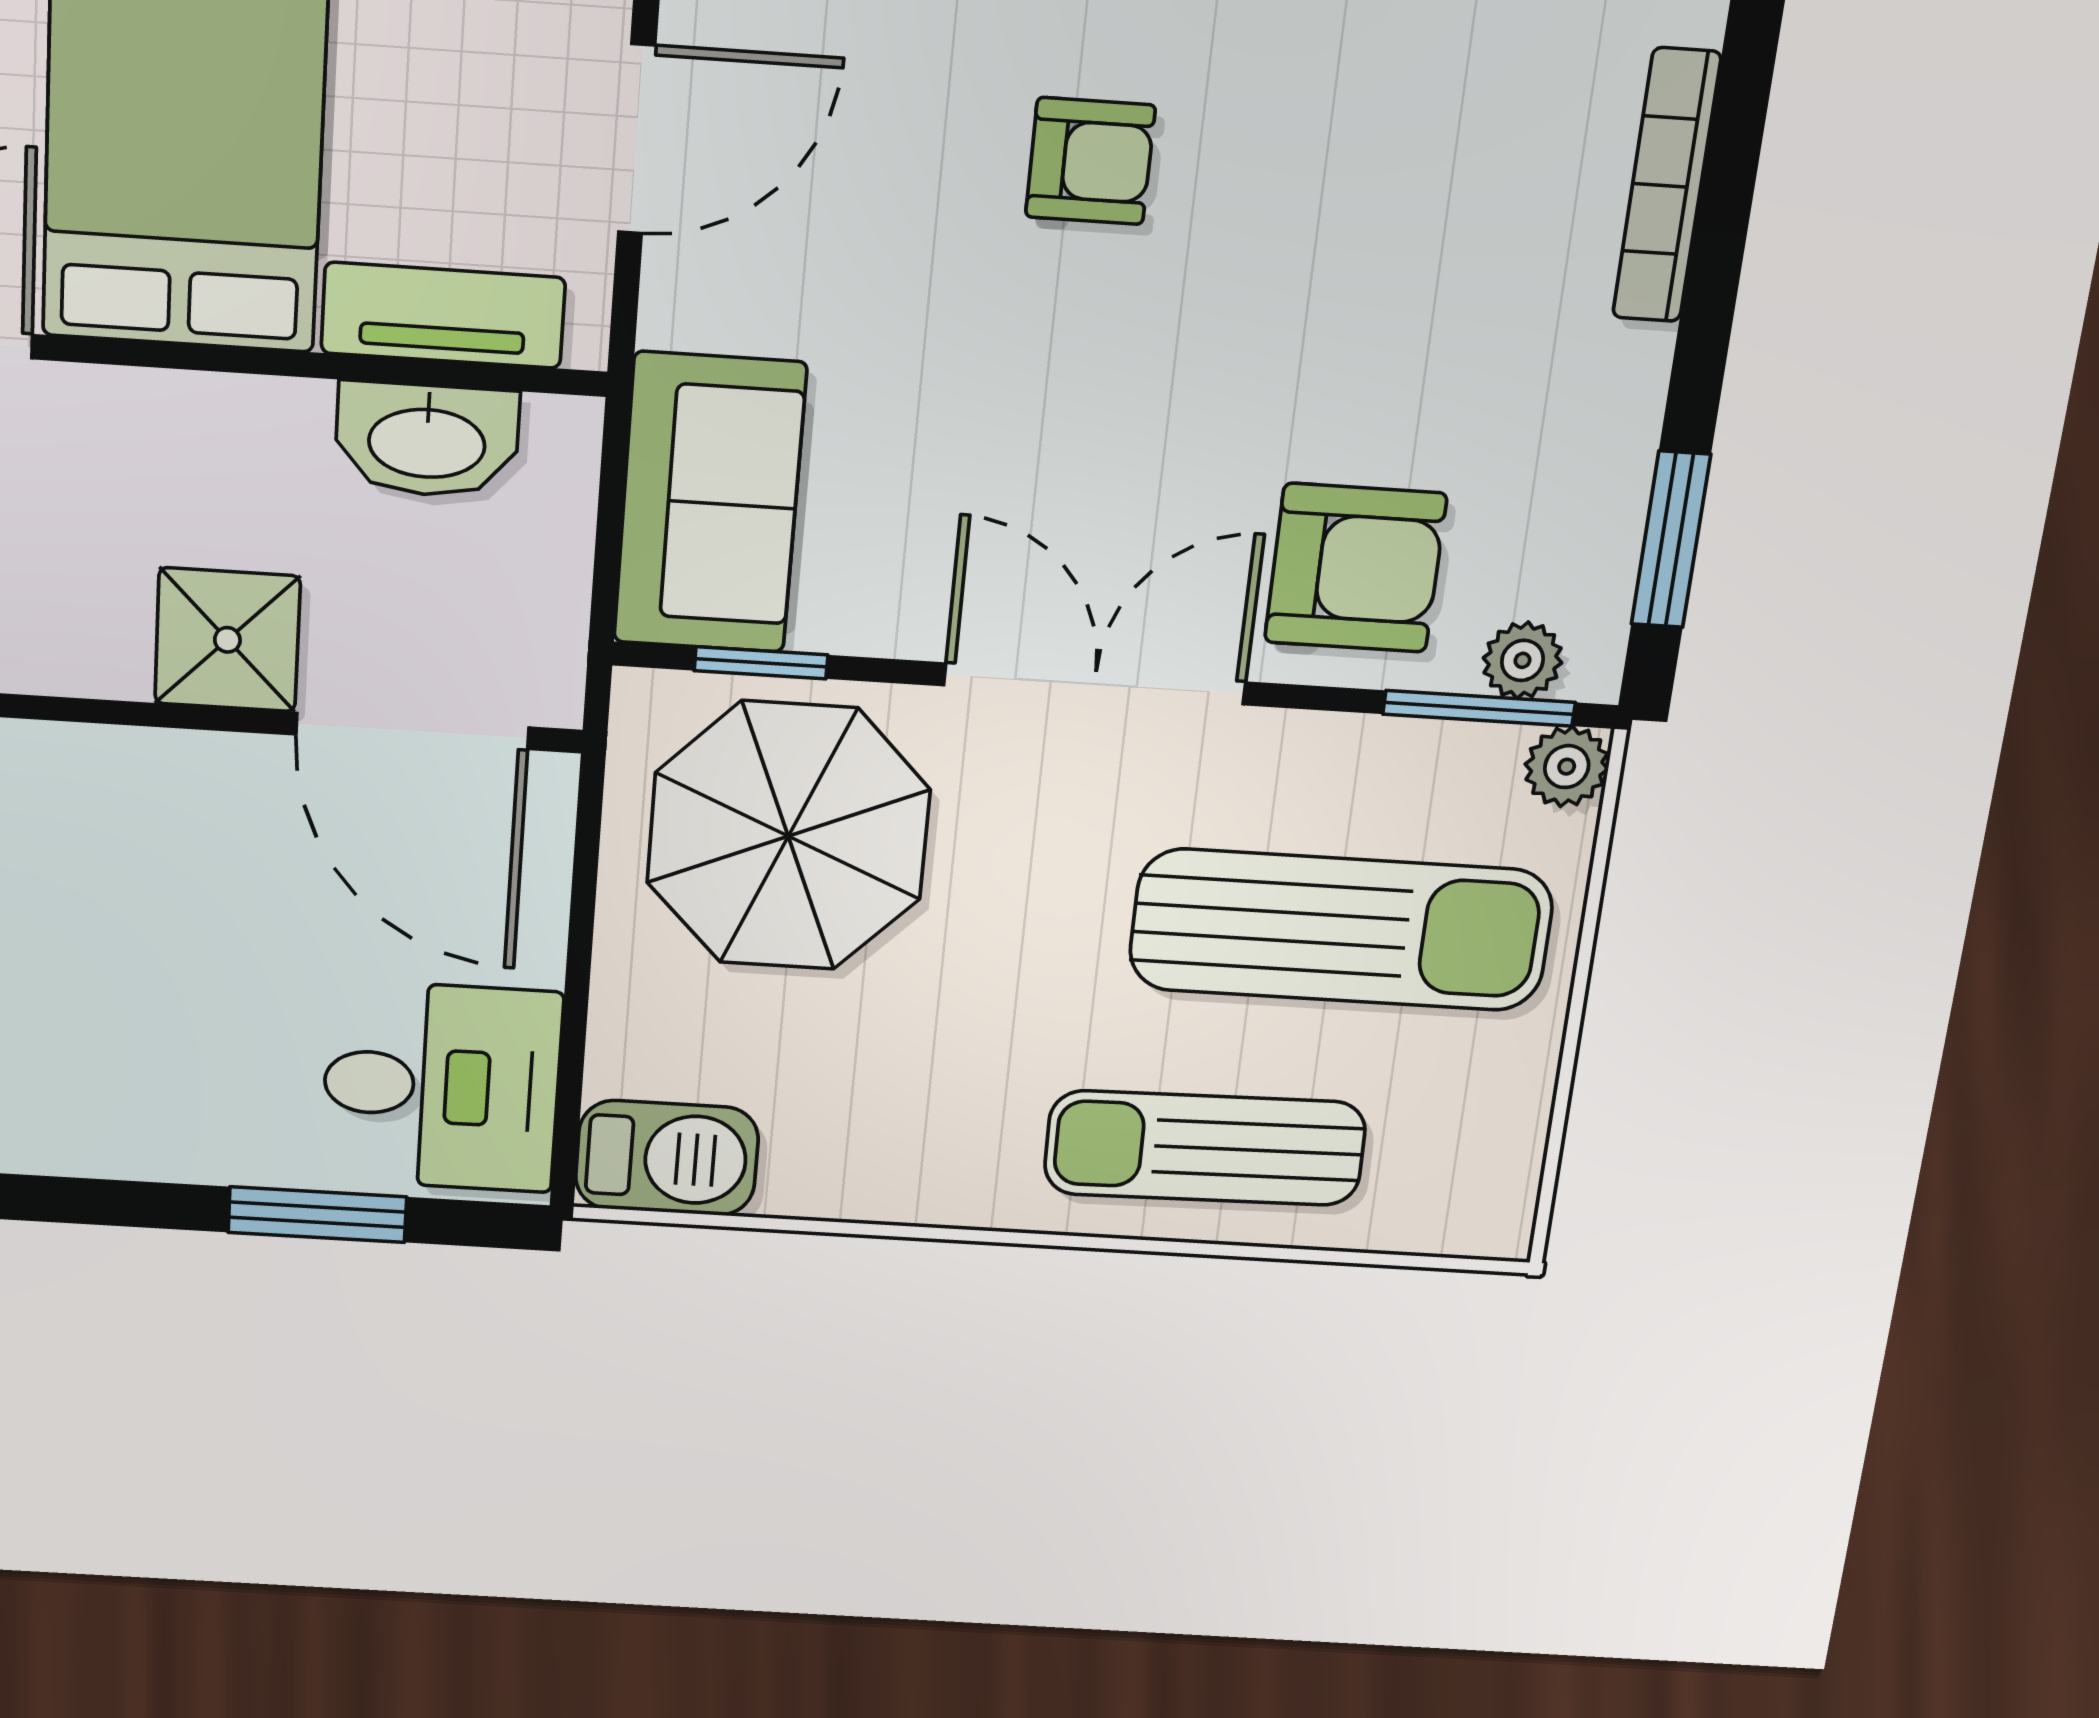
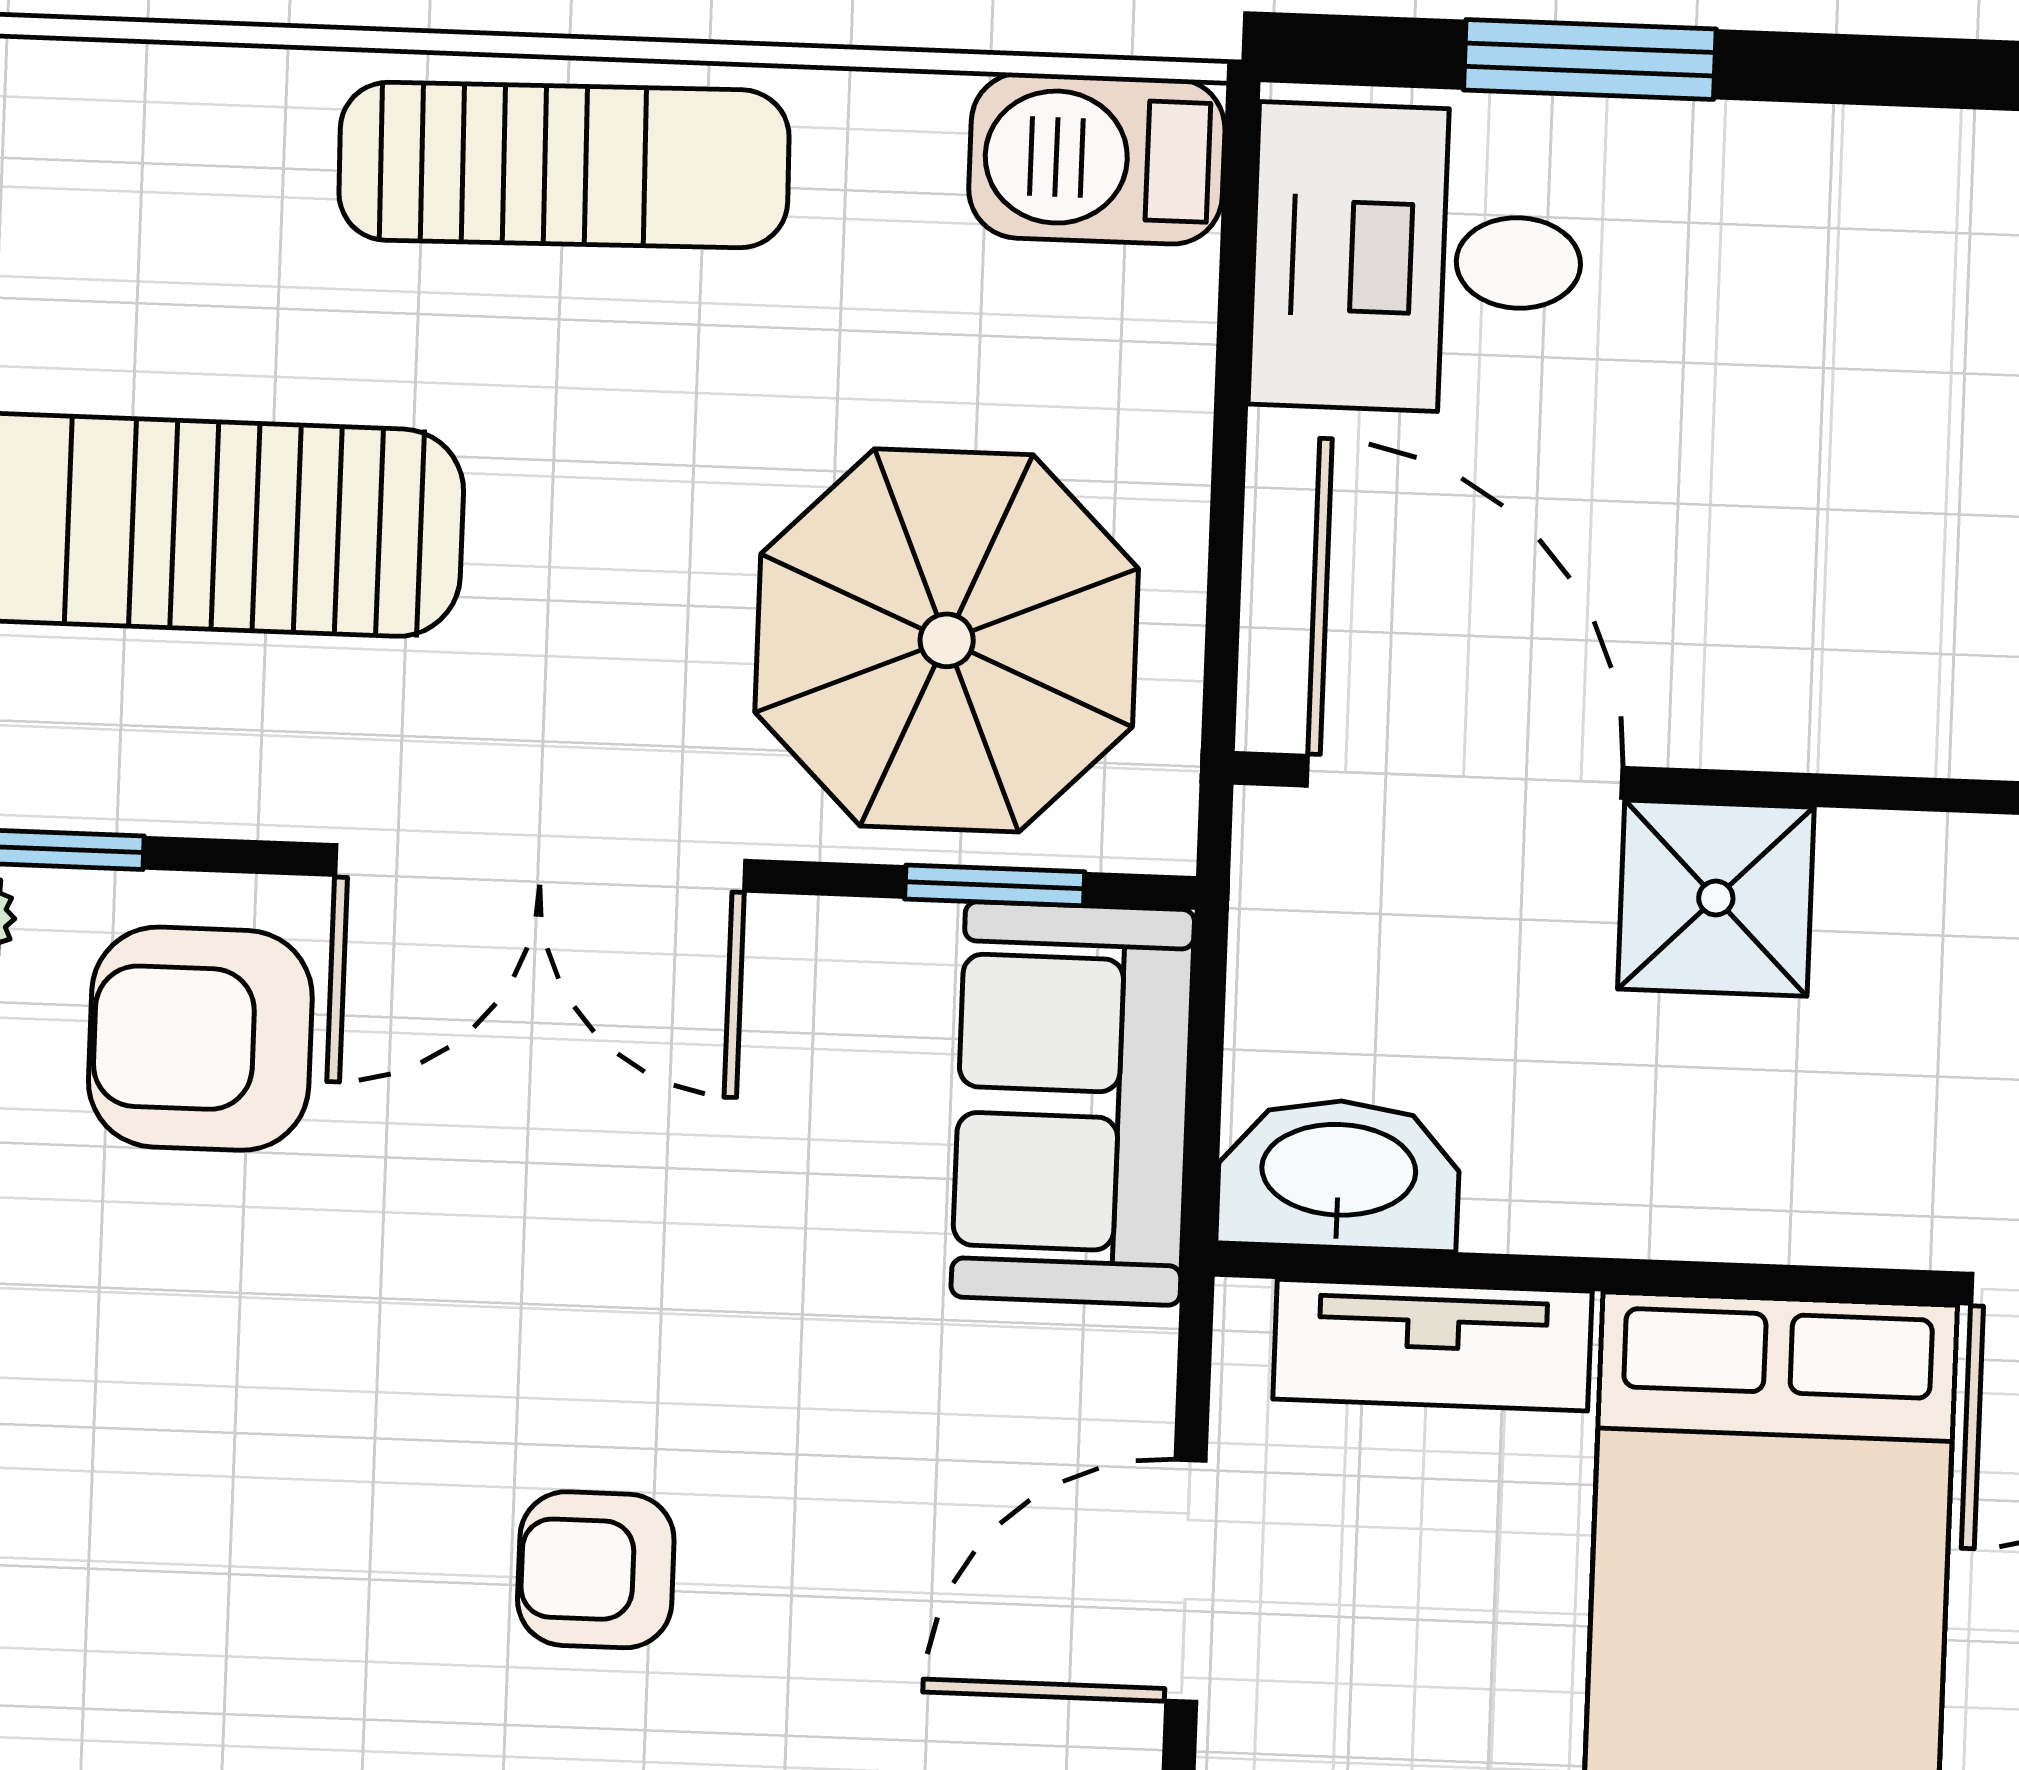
washbasin: (427, 440) -> (1339, 1174), moved
sun lounger: (1205, 1148) -> (564, 165), moved

